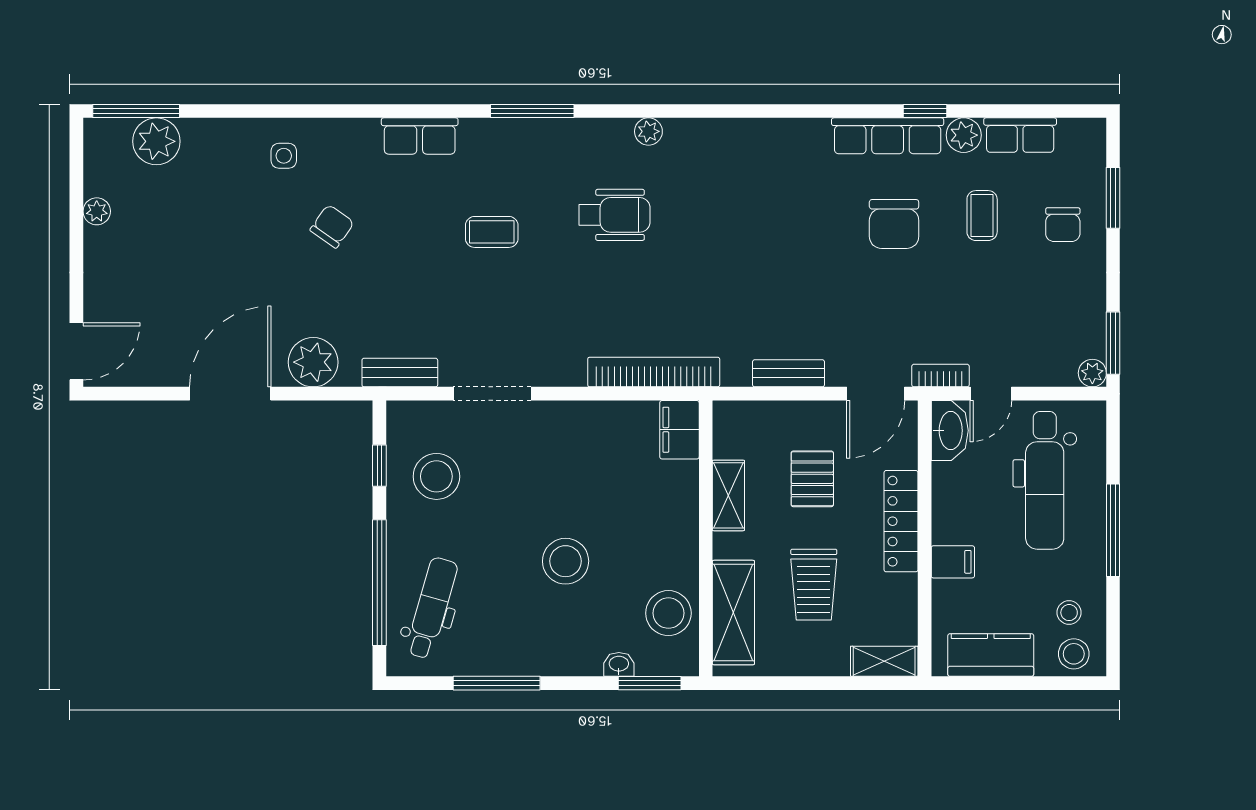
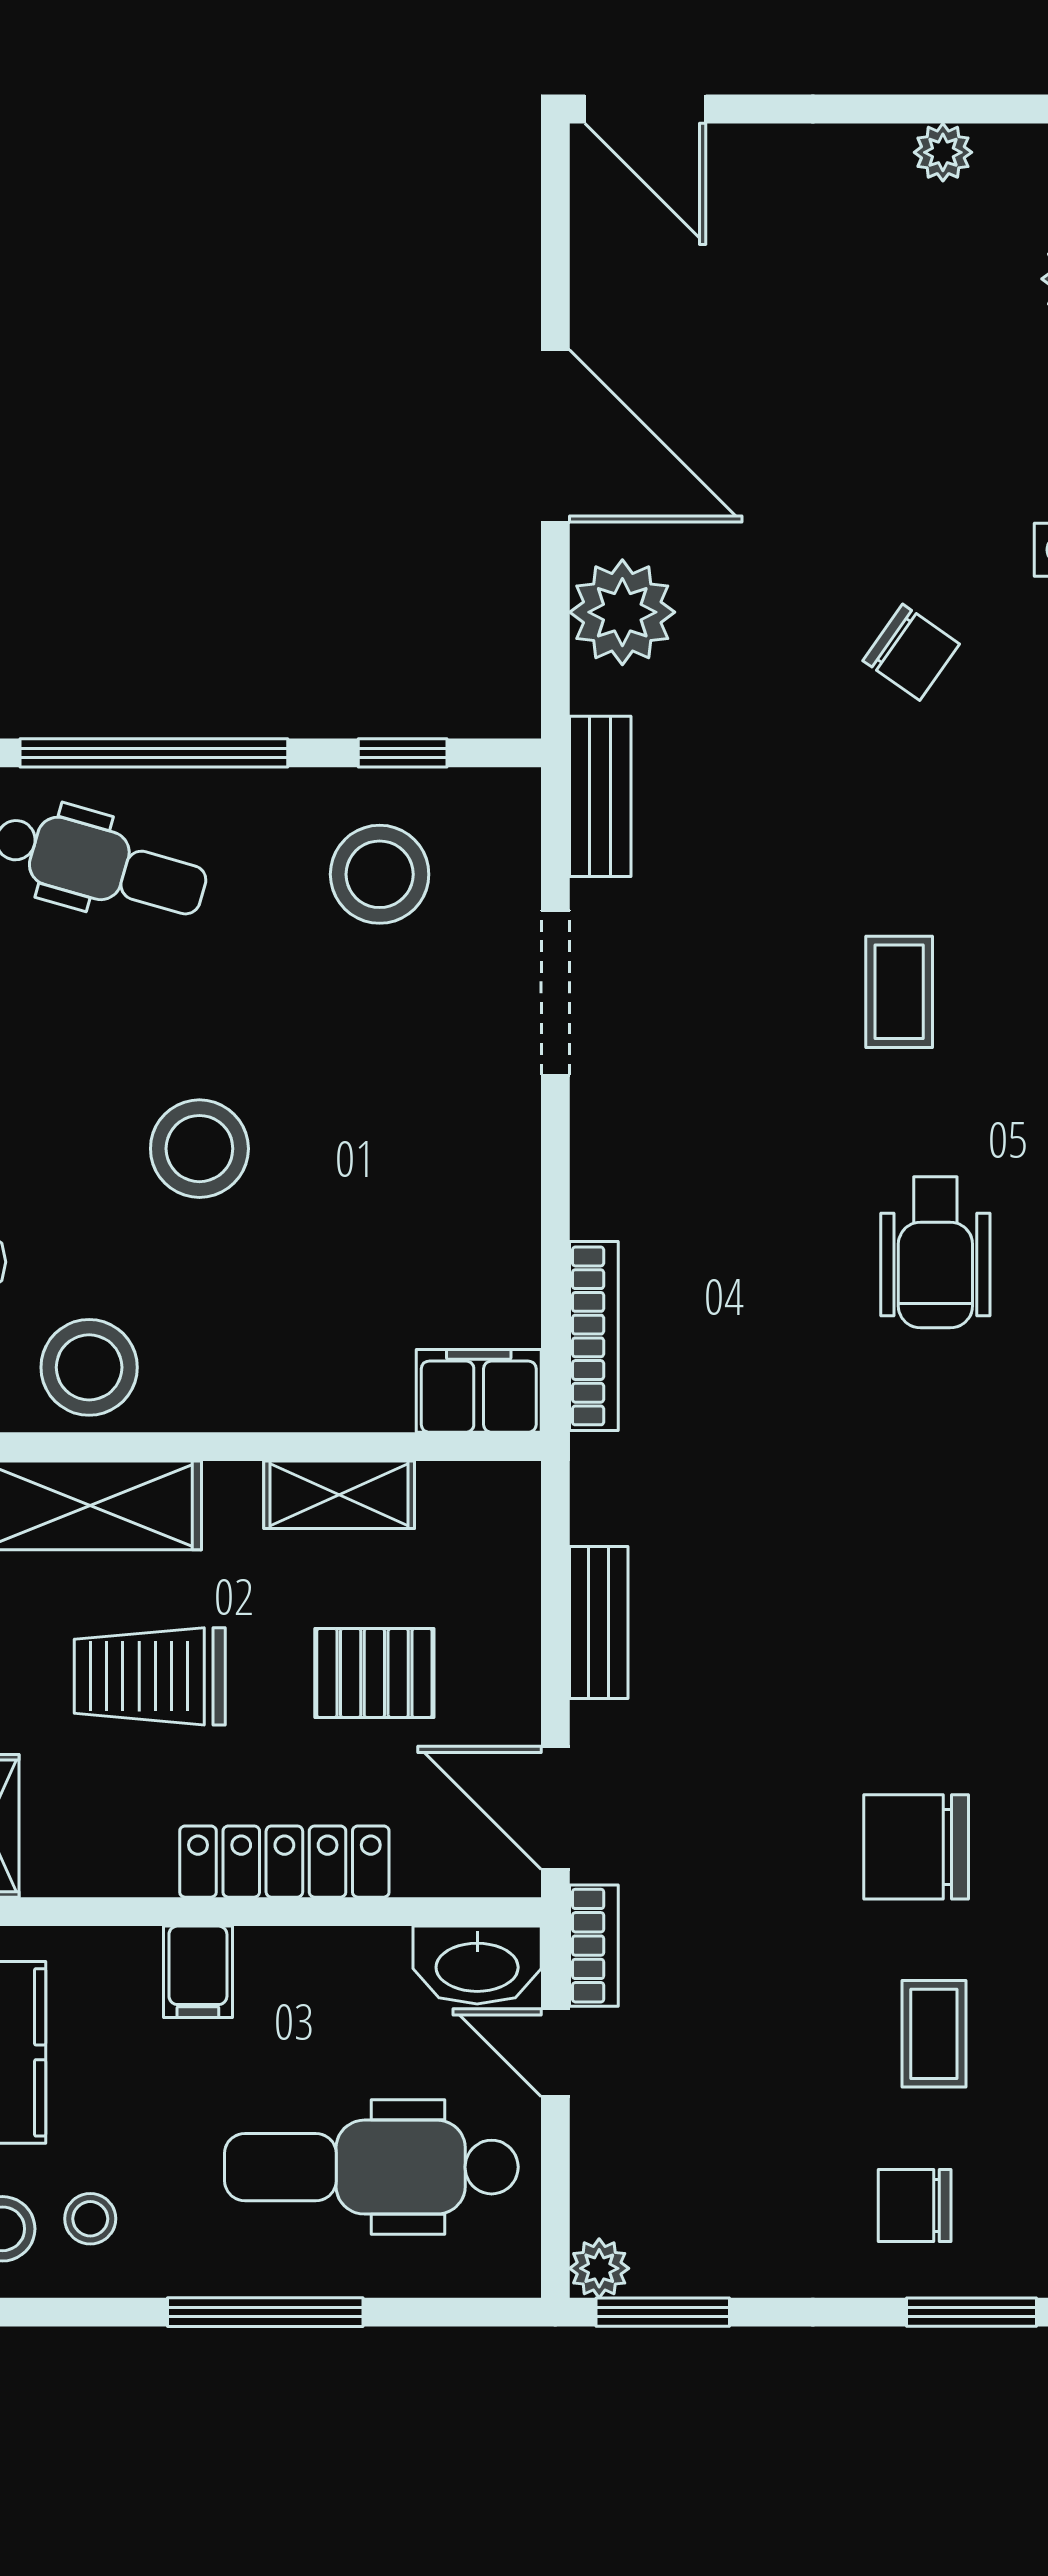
coffee table: (982, 216) -> (934, 2034), turned 90
bookcase: (654, 372) -> (594, 1336), width x0.68, depth x0.76

